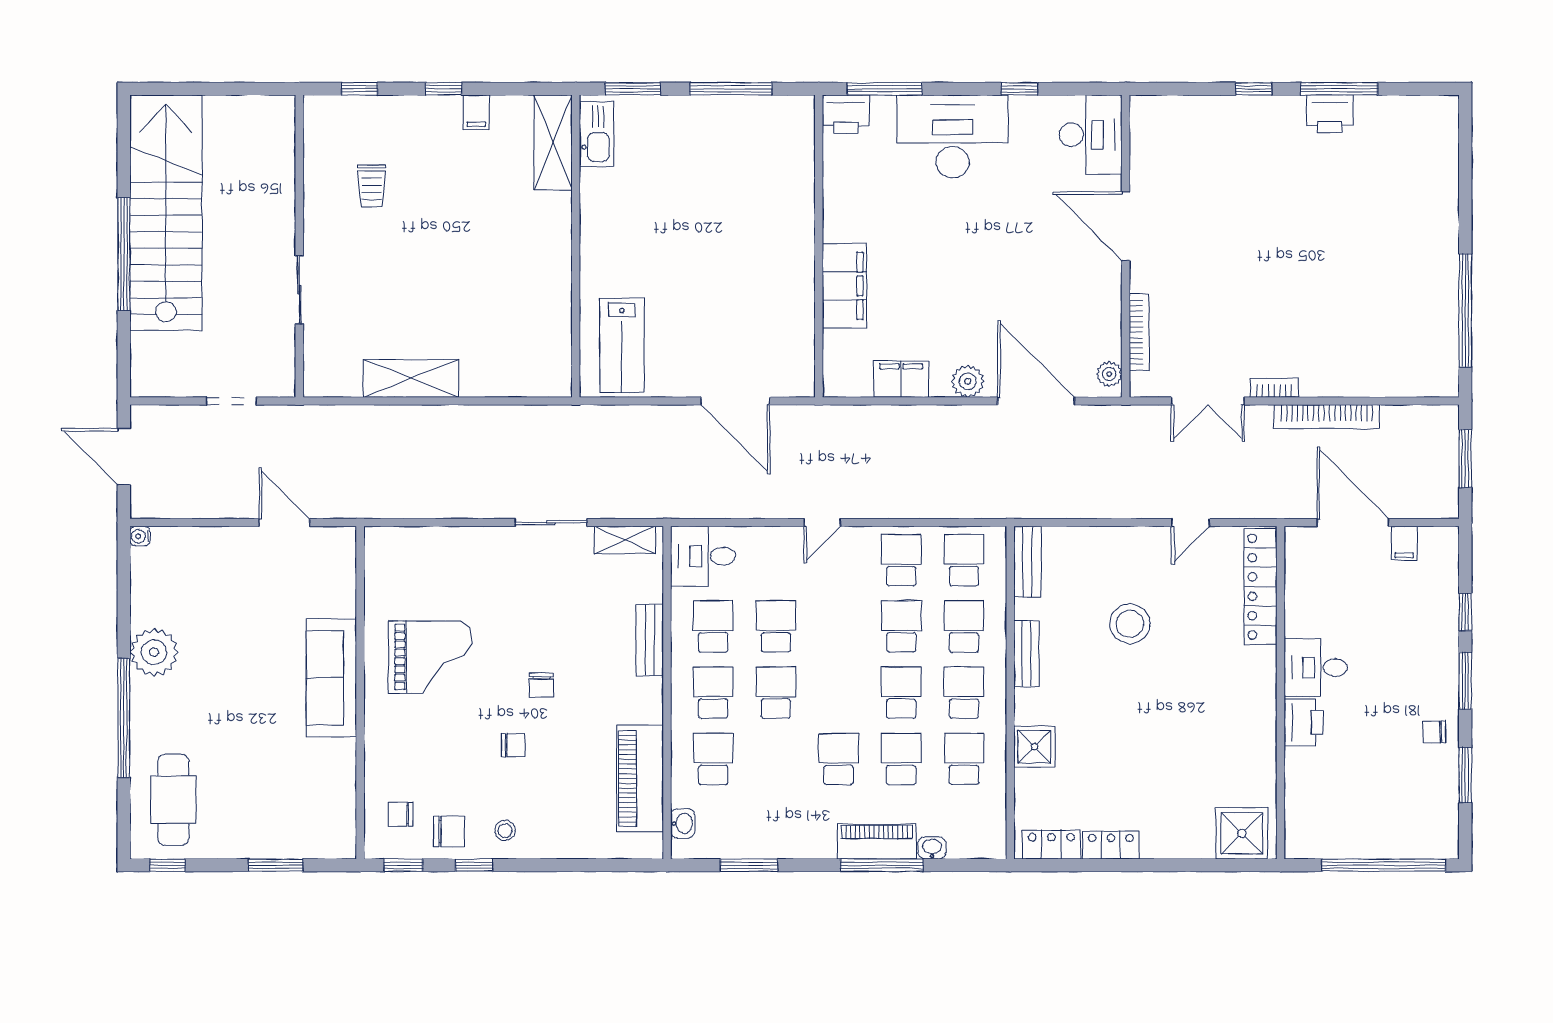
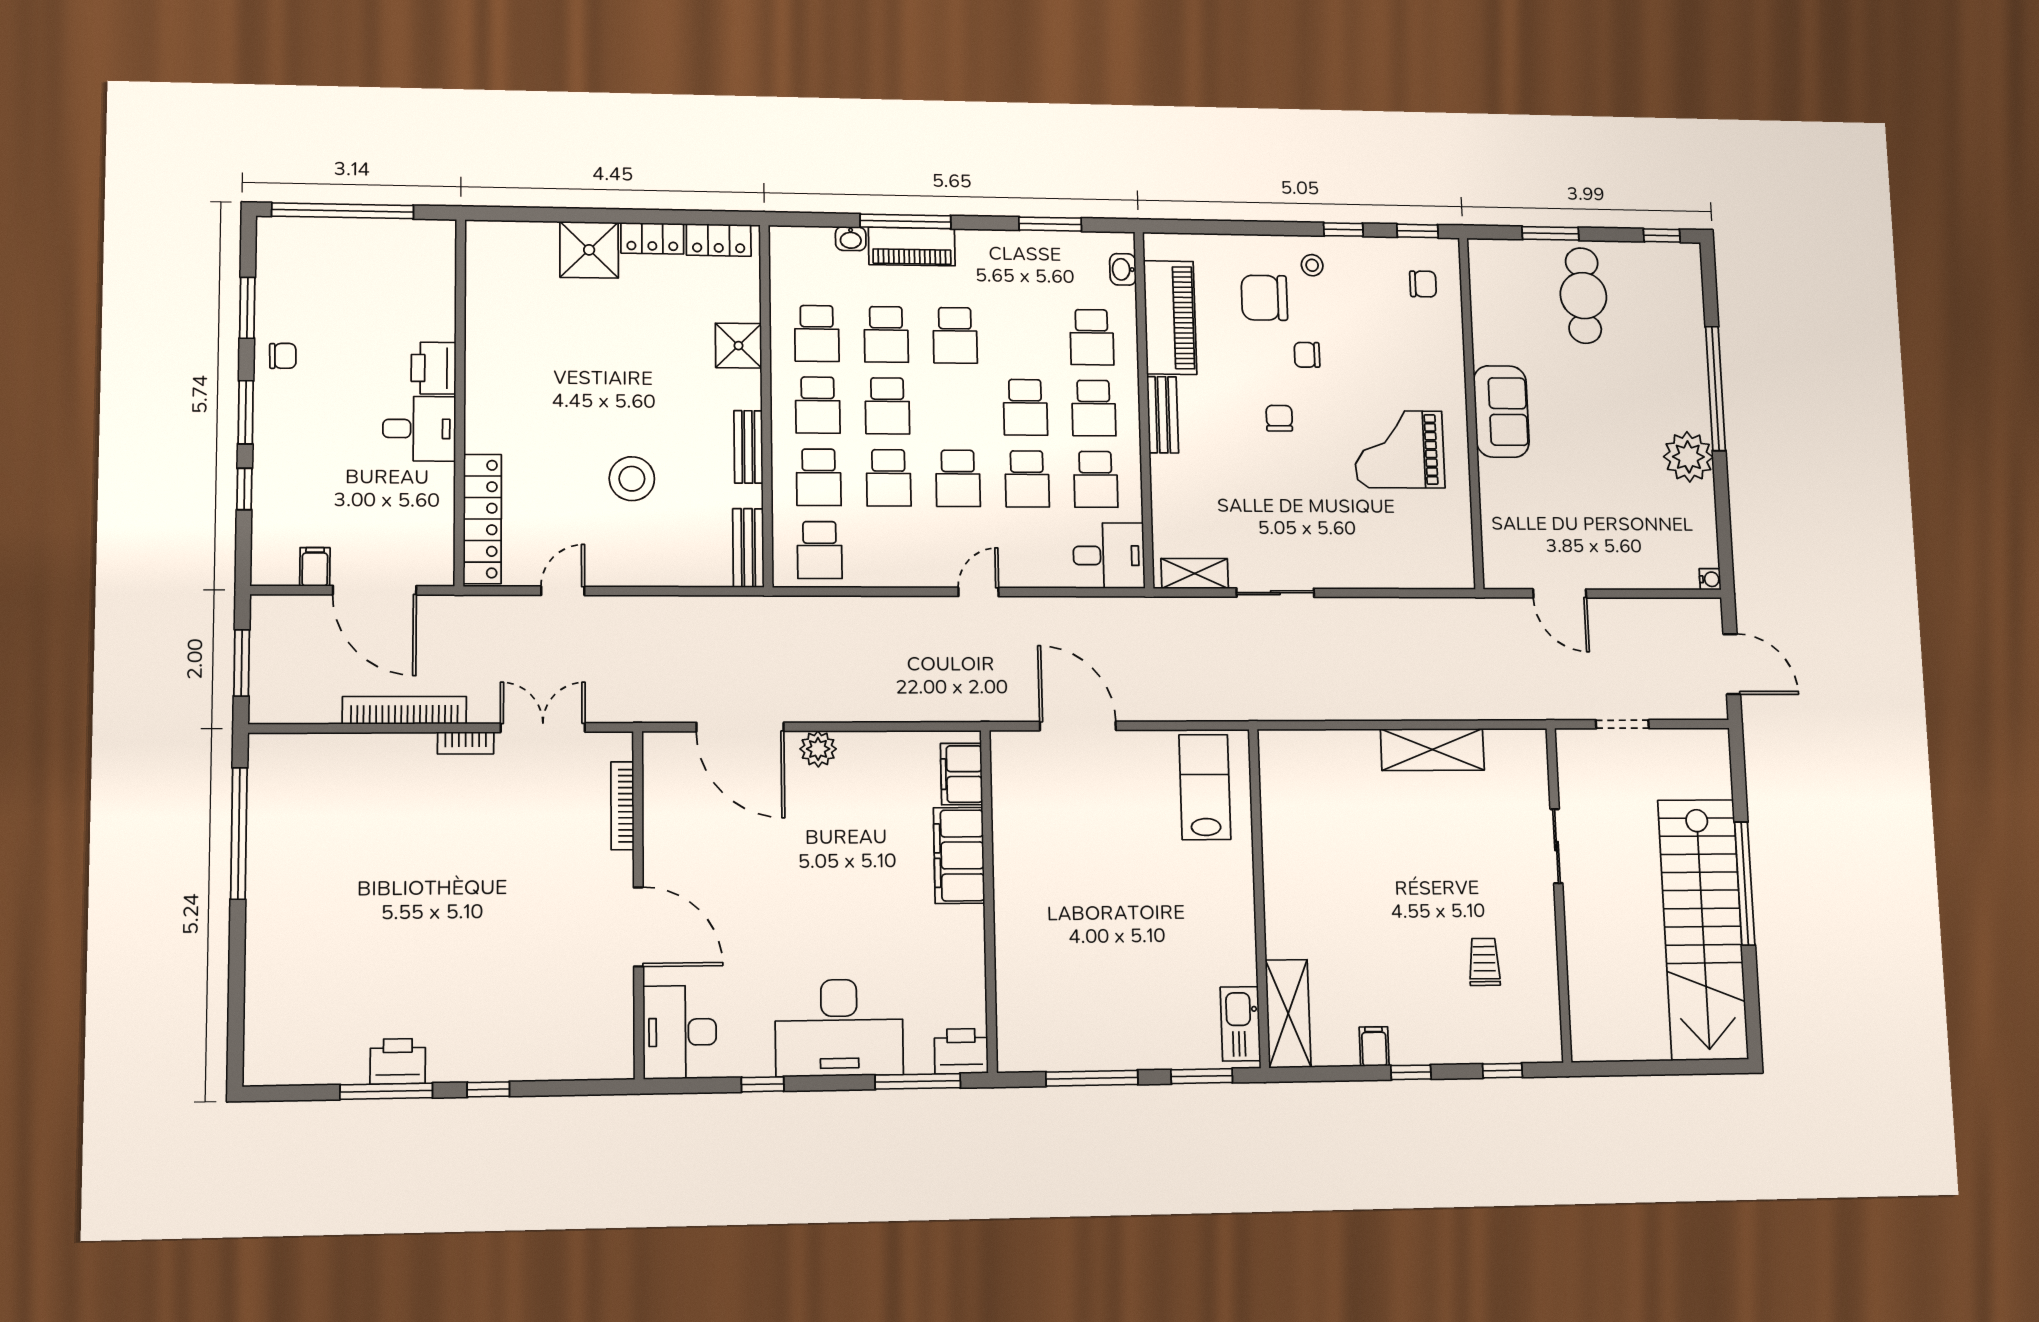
plant: (1109, 374) -> (657, 758), removed
filing cabinet: (901, 379) -> (962, 774), moved, turned 90
school desk: (901, 560) -> (958, 478), moved
bench: (650, 640) -> (1163, 415), moved
sofa: (331, 678) -> (1501, 411), width x0.73
cafe table: (173, 800) -> (1583, 296), moved
chair: (449, 831) -> (1264, 298), moved, width x1.37, depth x1.37
shower: (1242, 833) -> (589, 250), moved

